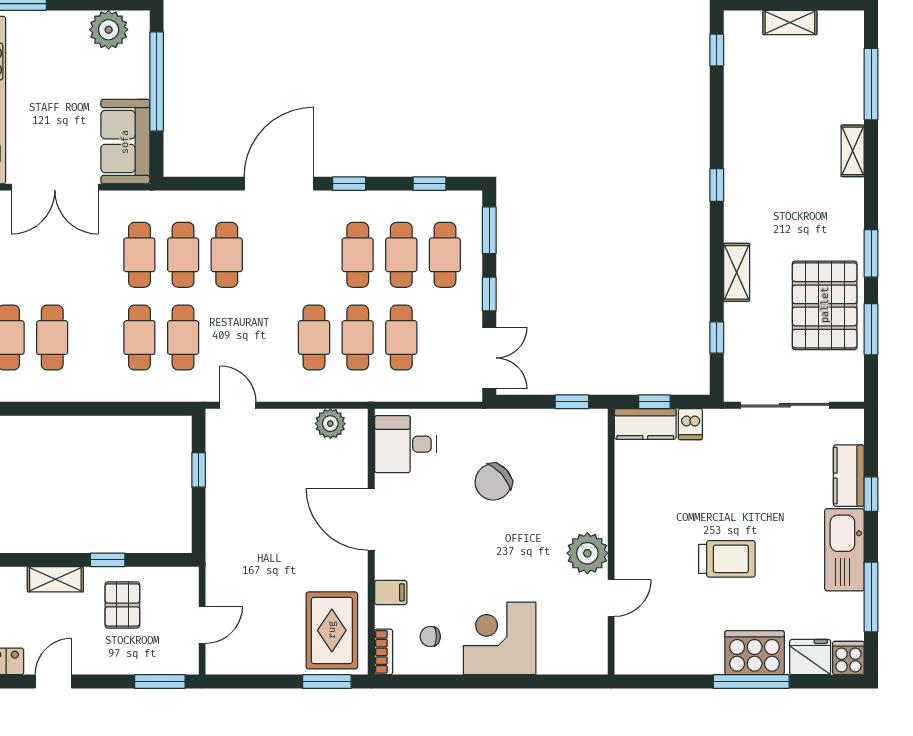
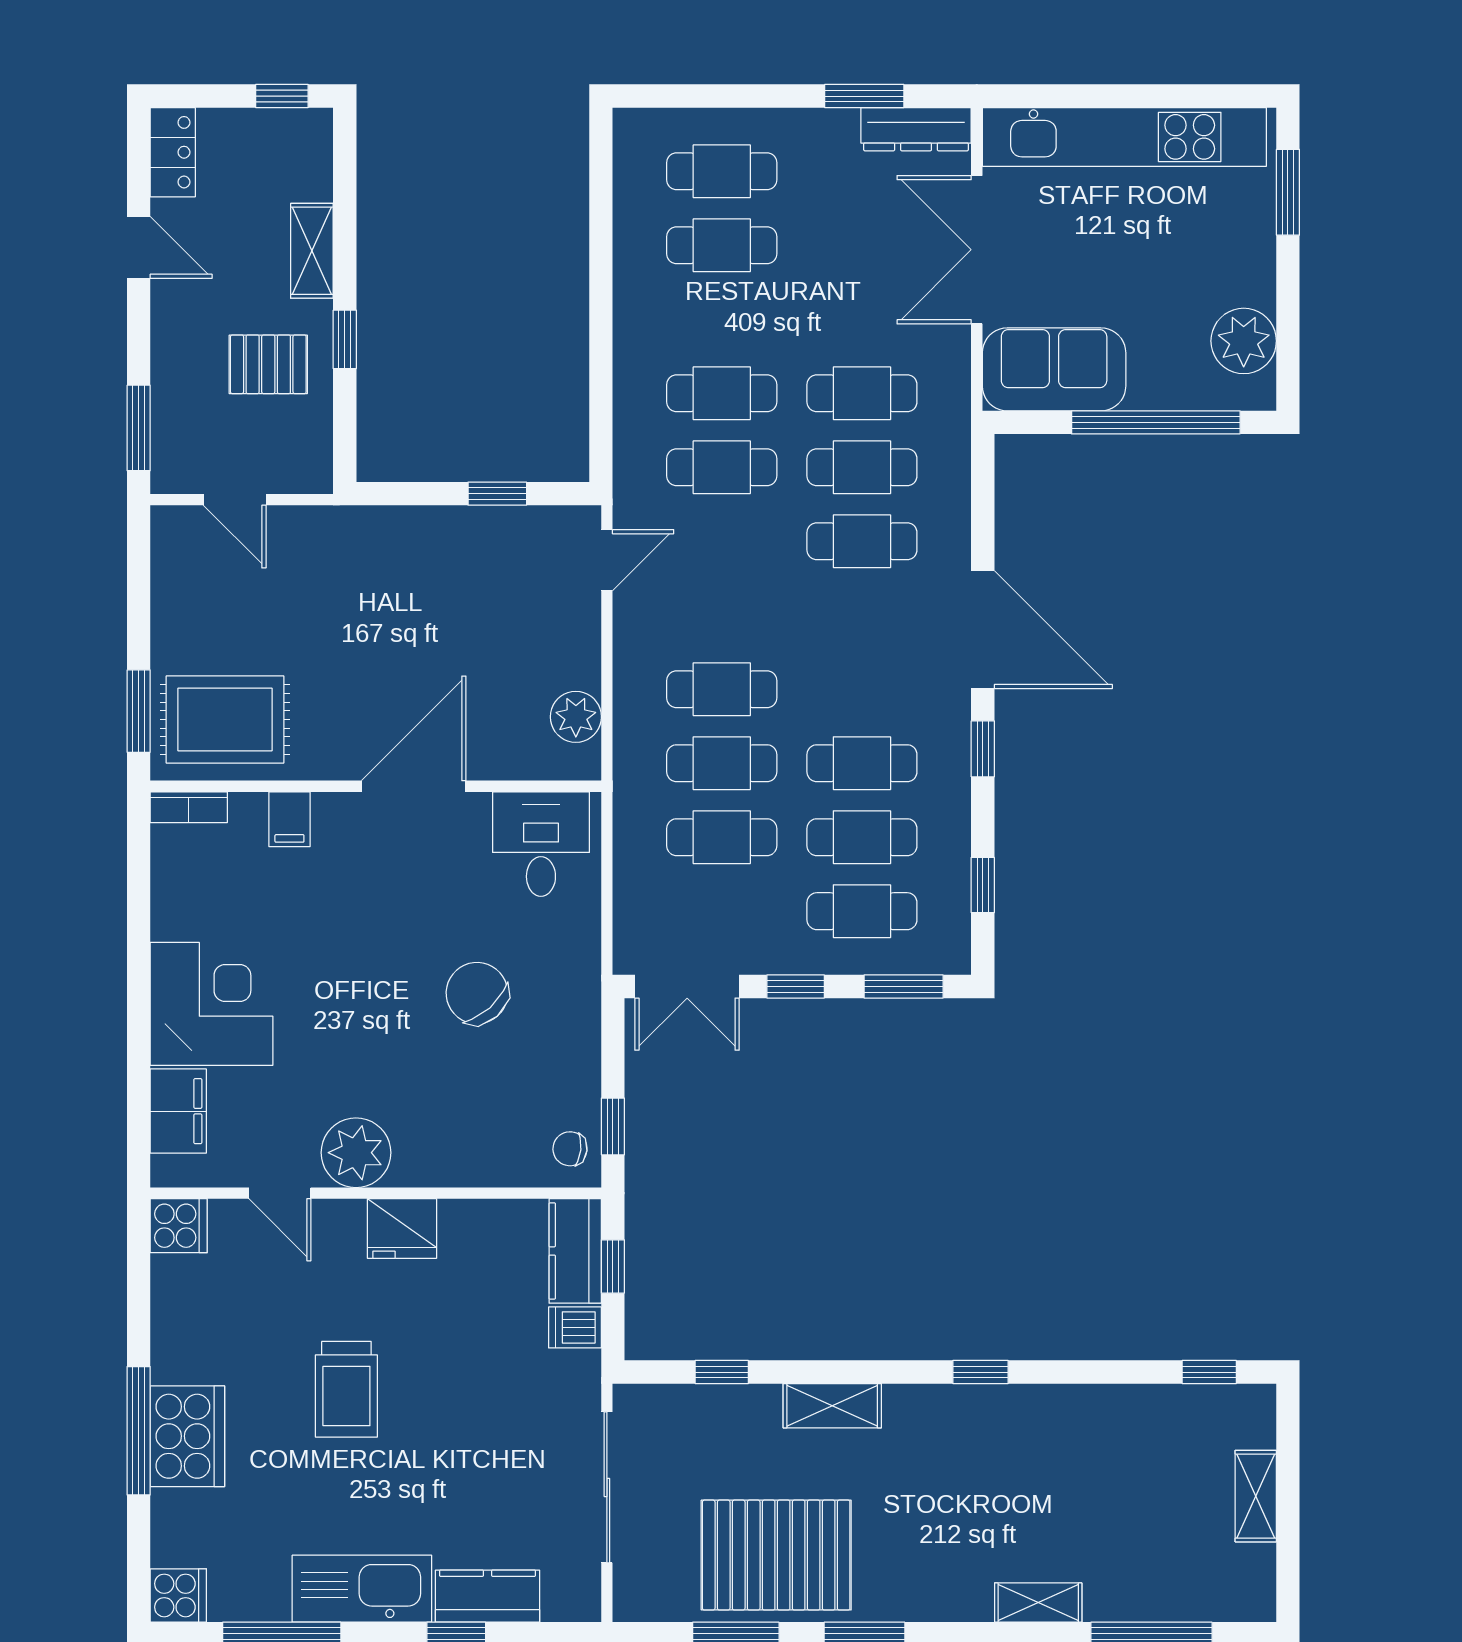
chair: (430, 636) -> (570, 1149), moved, turned -84
fridge: (810, 657) -> (402, 1228), moved, turned 90
filing cabinet: (563, 658) -> (178, 1111), added
cooker: (630, 658) -> (179, 1226), added

